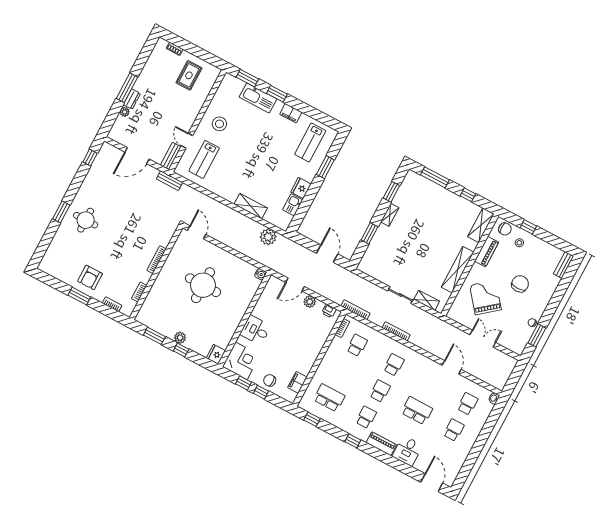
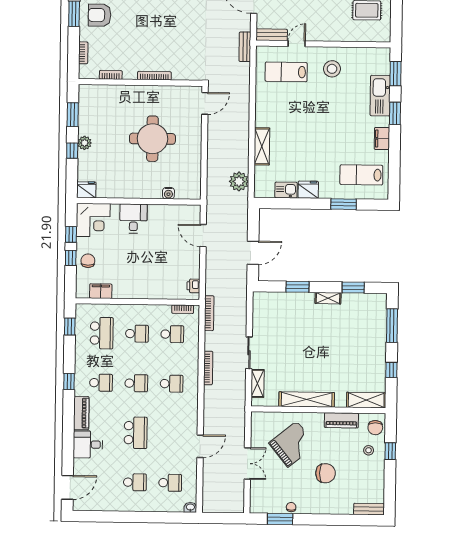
water cooler: (260, 274) -> (168, 193), moved
plant: (310, 302) -> (193, 260), removed
school desk: (343, 372) -> (137, 334), added

